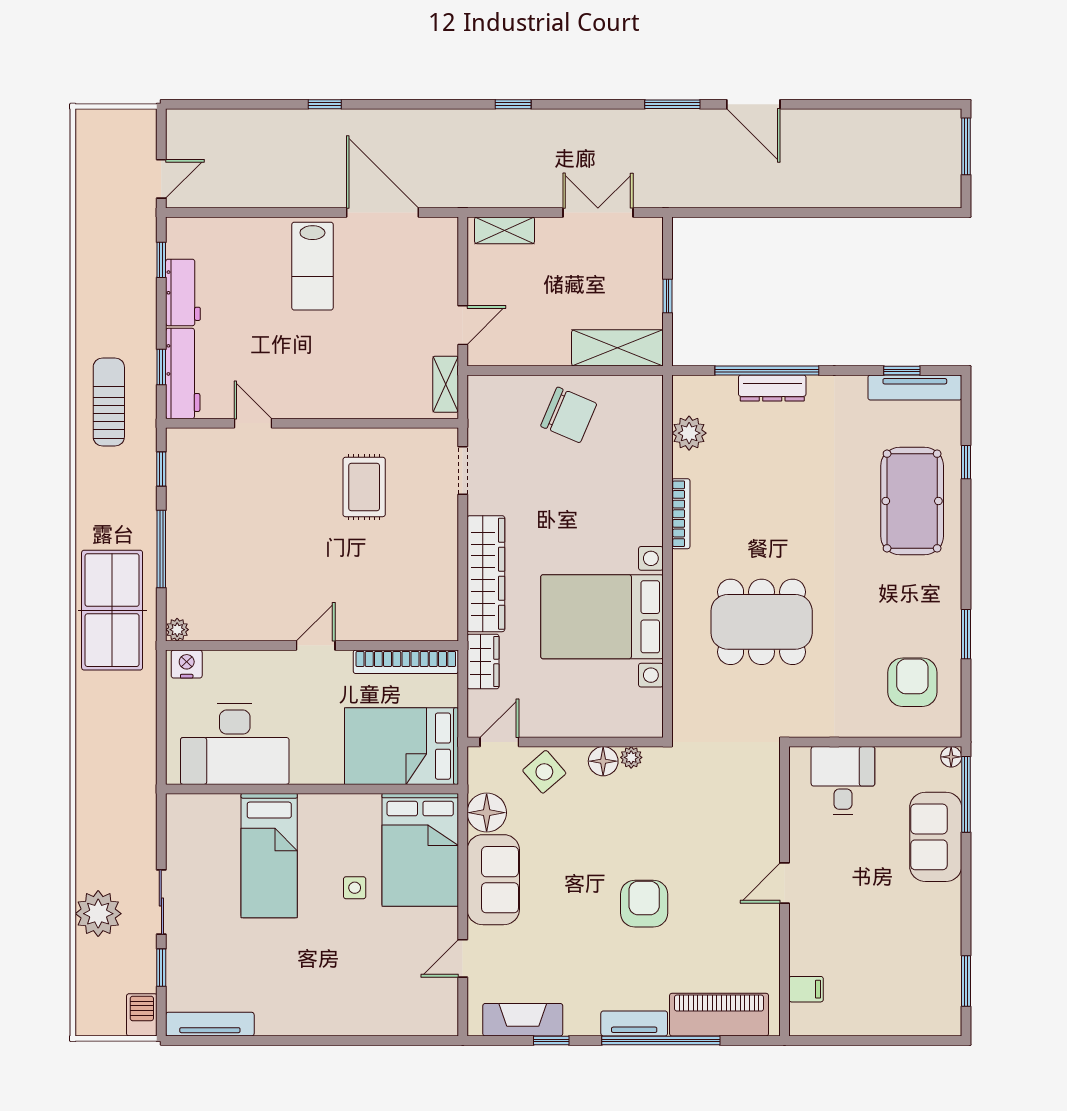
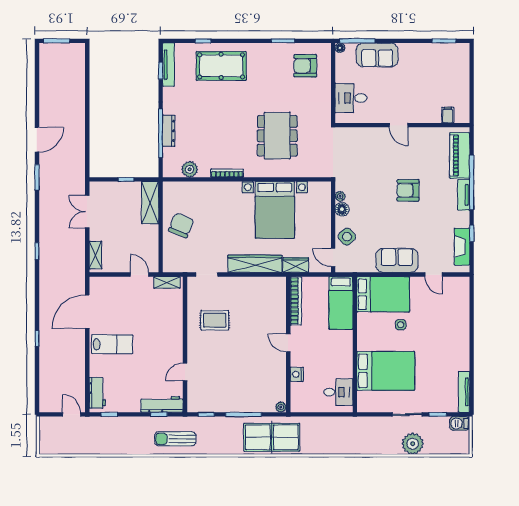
workbench: (183, 292) -> (97, 393), moved, turned 90
nightstand: (187, 664) -> (297, 374), moved
desk: (235, 744) -> (338, 392), width x0.53, depth x0.77
bed: (401, 746) -> (341, 303), width x0.67
floor lamp: (487, 813) -> (366, 263), removed
bed: (269, 856) -> (386, 371), width x1.50

